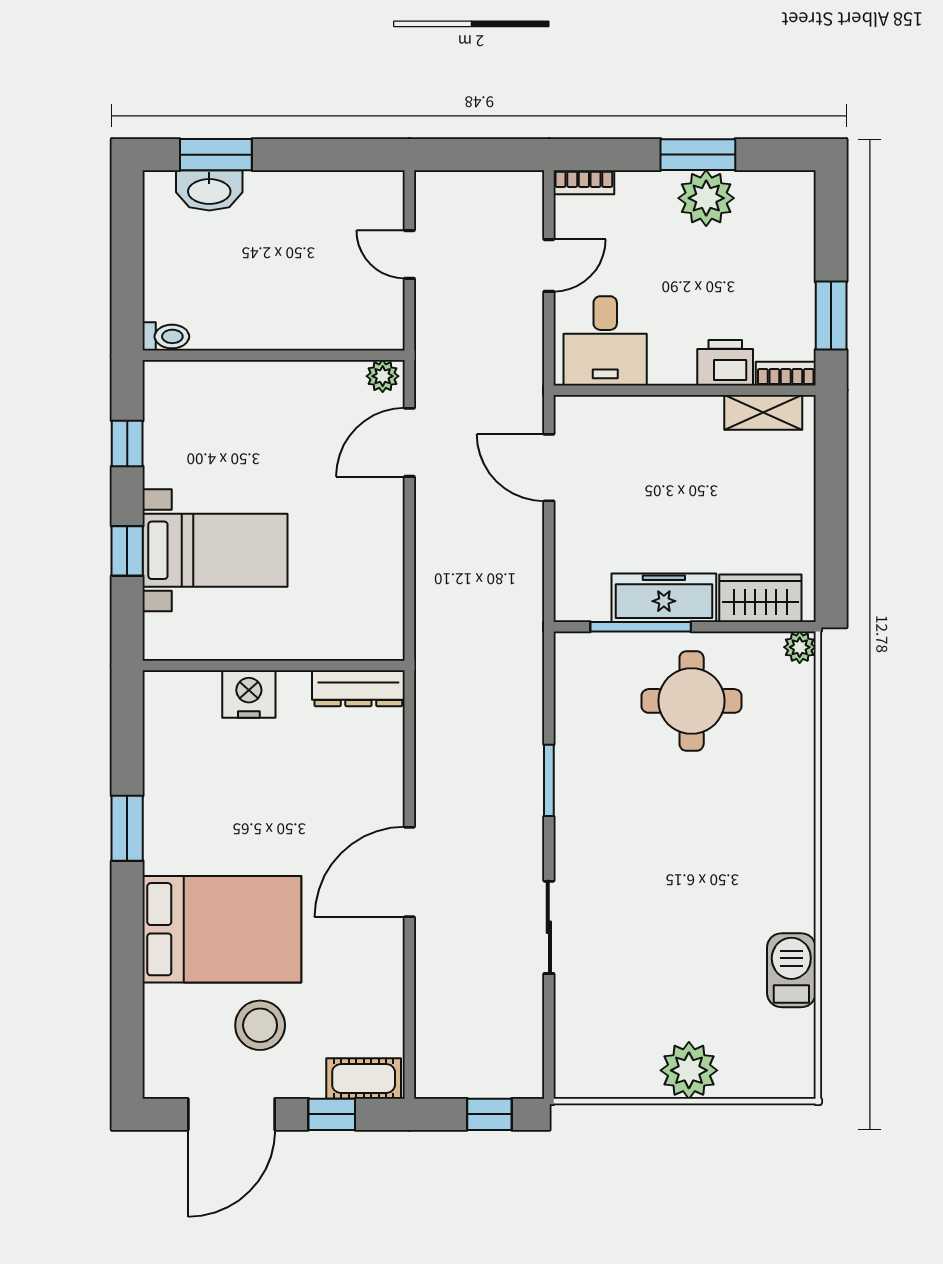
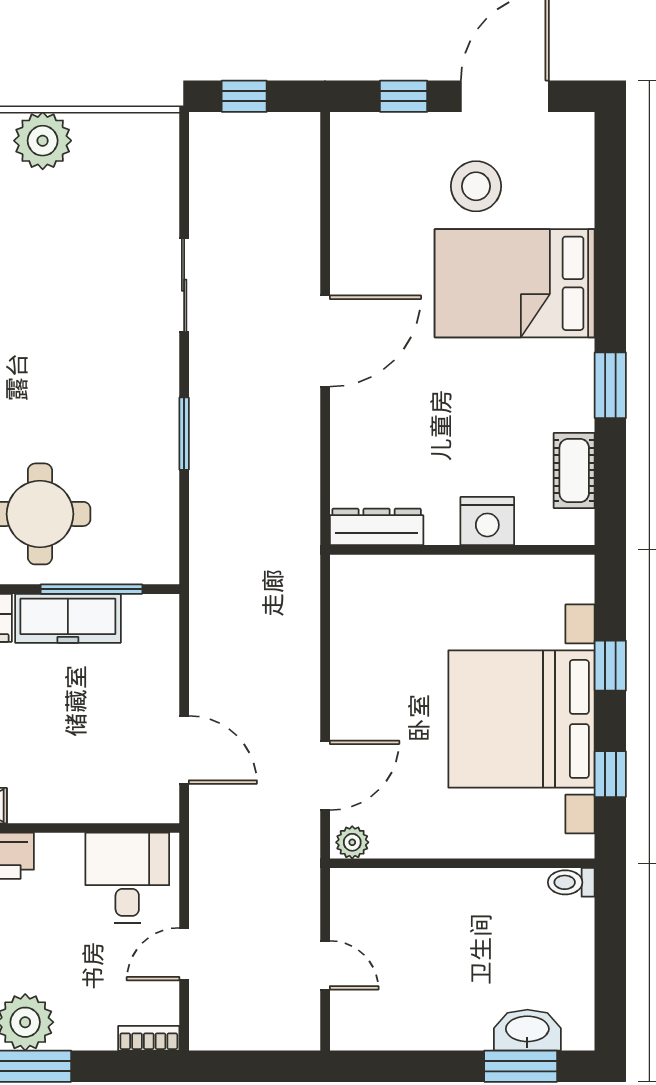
bed with nightstands: (215, 550) -> (521, 719), width x1.85
cot: (364, 1079) -> (574, 470), moved, turned 90

